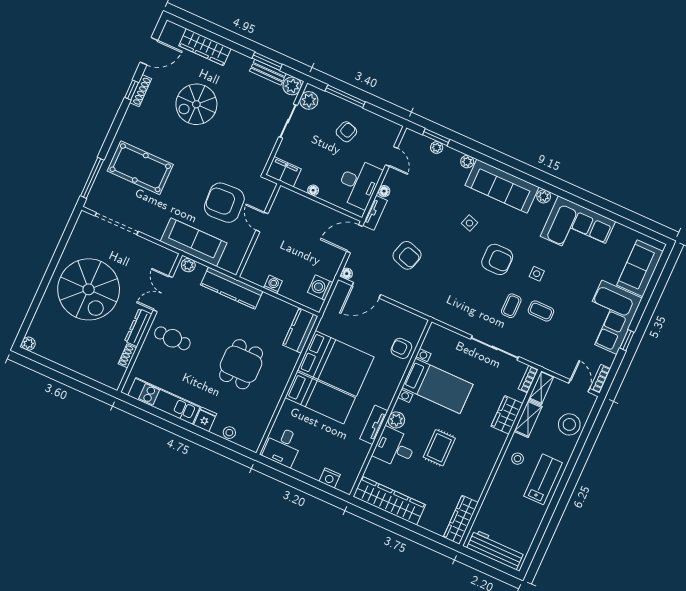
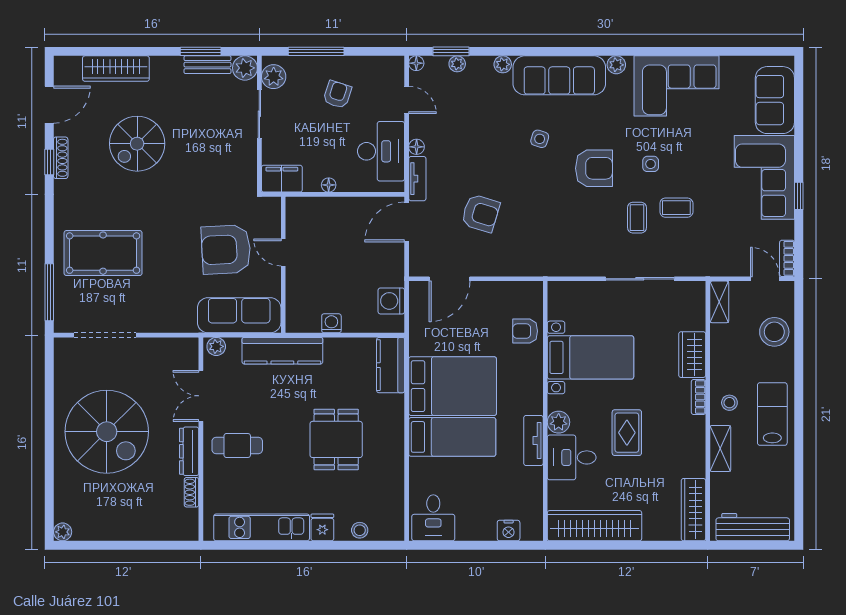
sofa: (194, 242) -> (239, 315), moved
floor lamp: (347, 274) -> (416, 63), moved
bookcase: (528, 379) -> (698, 397), moved
shelving: (528, 419) -> (720, 449), moved

